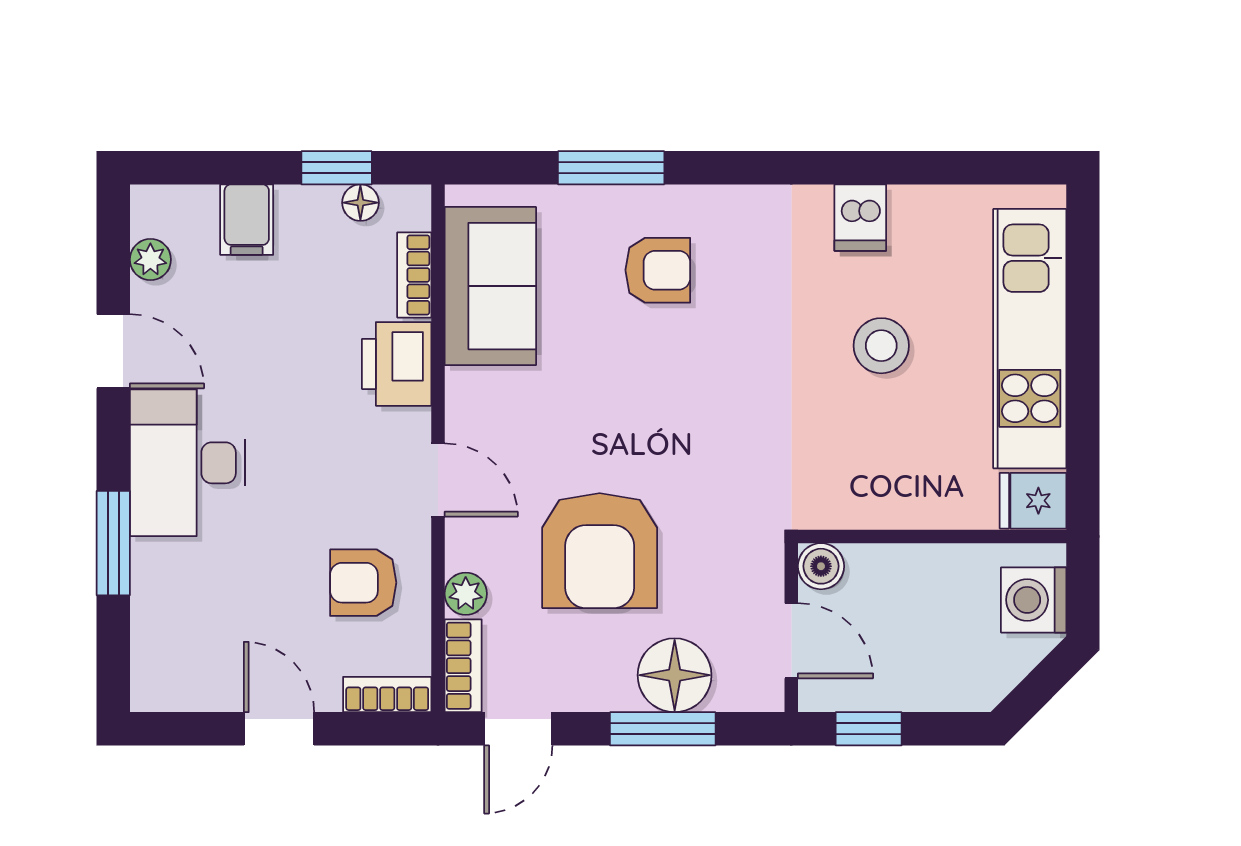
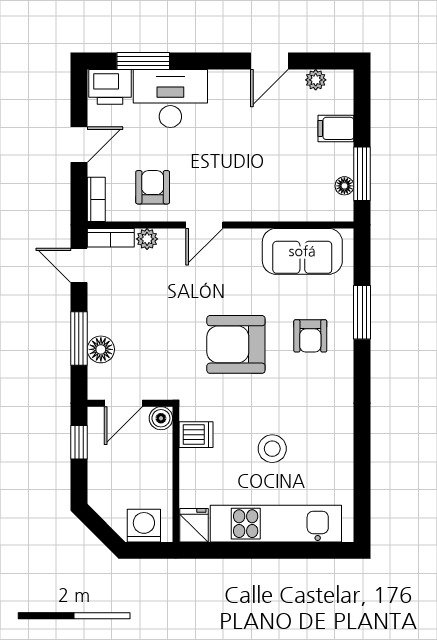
window: (337, 168) -> (362, 174), width x1.50
dishwasher: (860, 218) -> (196, 435), moved, turned 180
bookcase: (414, 275) -> (308, 213), removed
printer: (397, 364) -> (110, 87), moved, turned 180
desk: (187, 463) -> (170, 99), moved
window: (113, 543) -> (143, 61), moved
armchair: (600, 551) -> (236, 344), moved
floor lamp: (675, 675) -> (101, 349), width x0.73, depth x0.73

